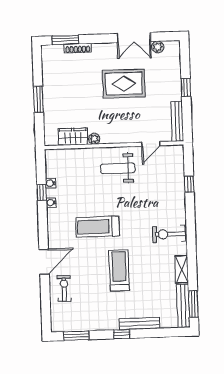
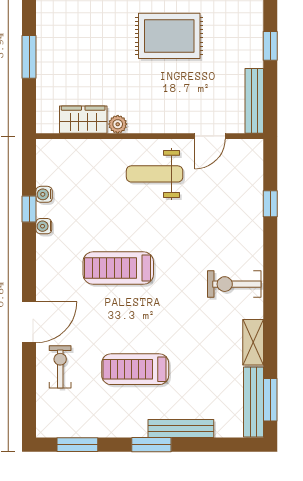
treadmill: (119, 271) -> (135, 369), moved, turned -90
window: (122, 334) -> (151, 445), width x1.50

